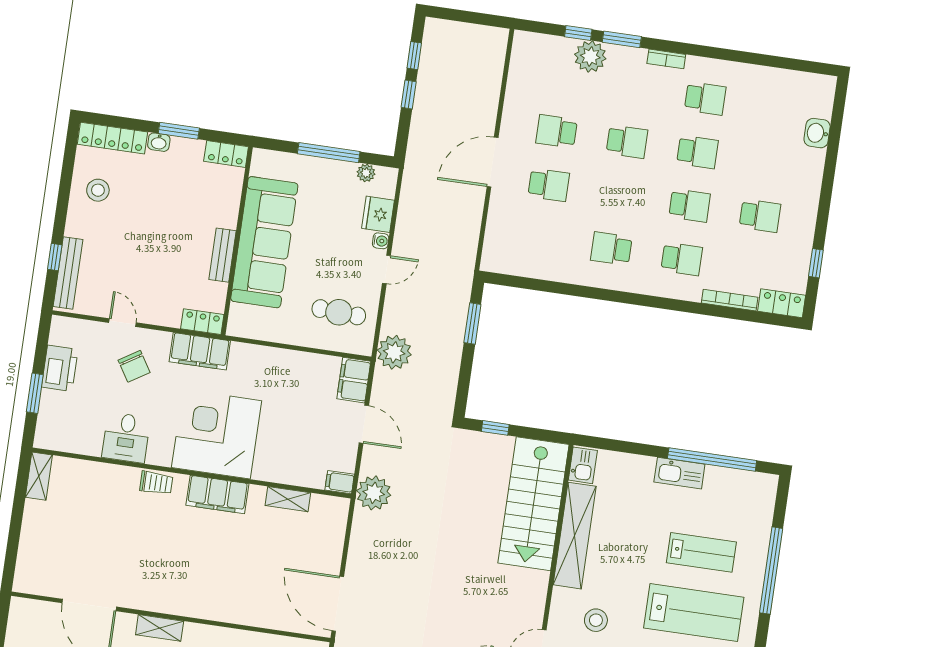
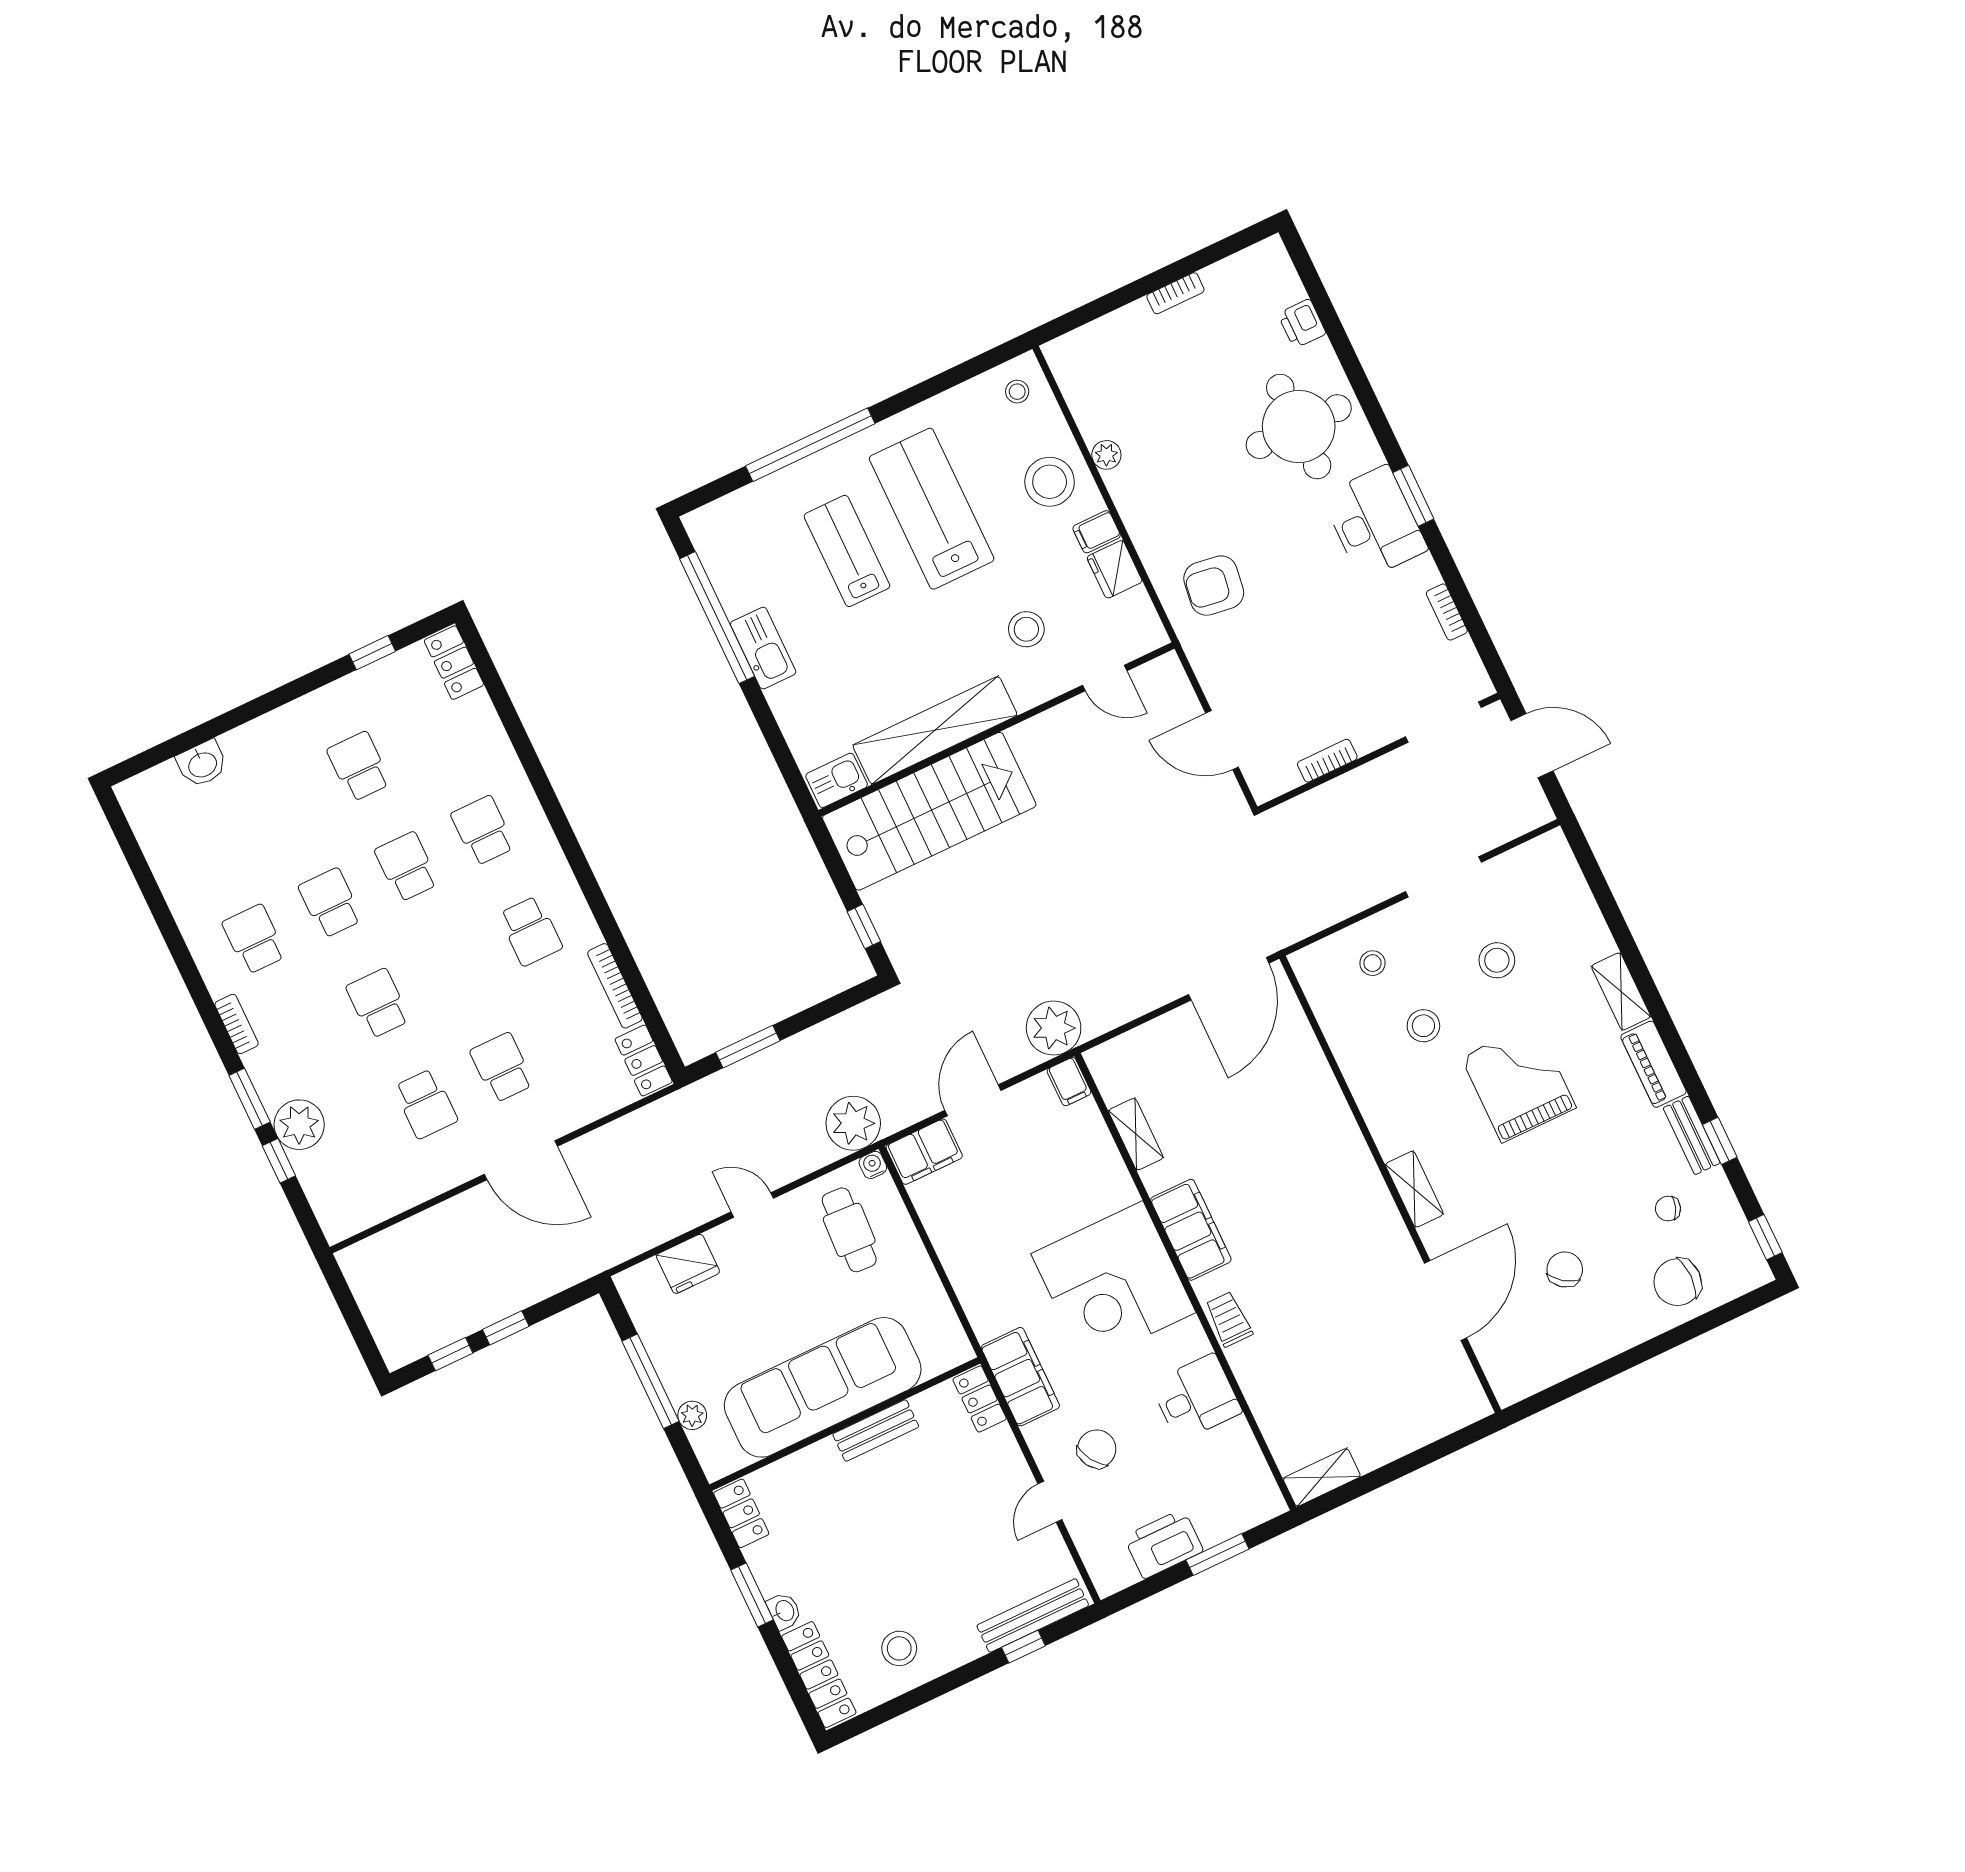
plant: (366, 173) -> (692, 1415), moved
water cooler: (381, 241) -> (873, 1165), moved
locker: (502, 263) -> (644, 1061), added
bookcase: (730, 300) -> (615, 986), moved

